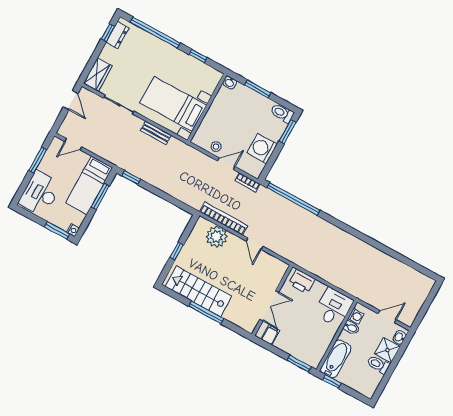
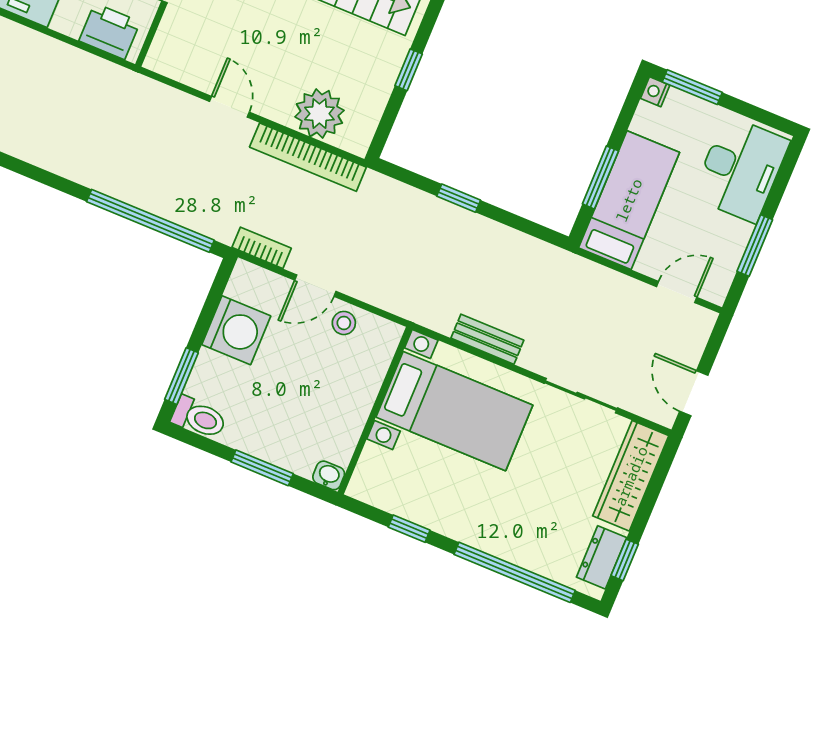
wardrobe: (98, 75) -> (631, 476), width x1.50
window: (131, 178) -> (459, 198), moved

